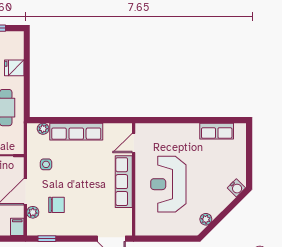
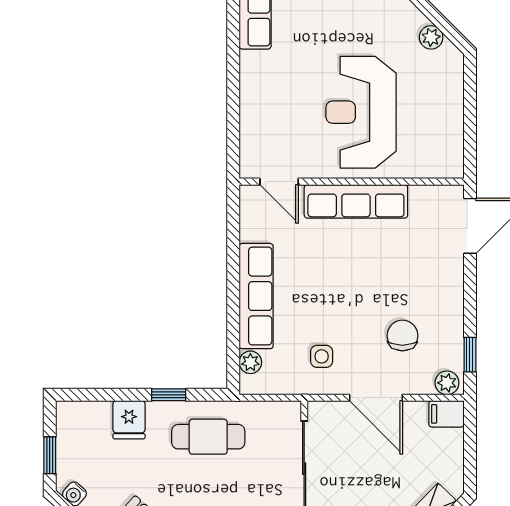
window: (27, 88) -> (169, 395), added
reception desk: (168, 184) -> (361, 112), turned 90
plant: (33, 212) -> (447, 383), moved

